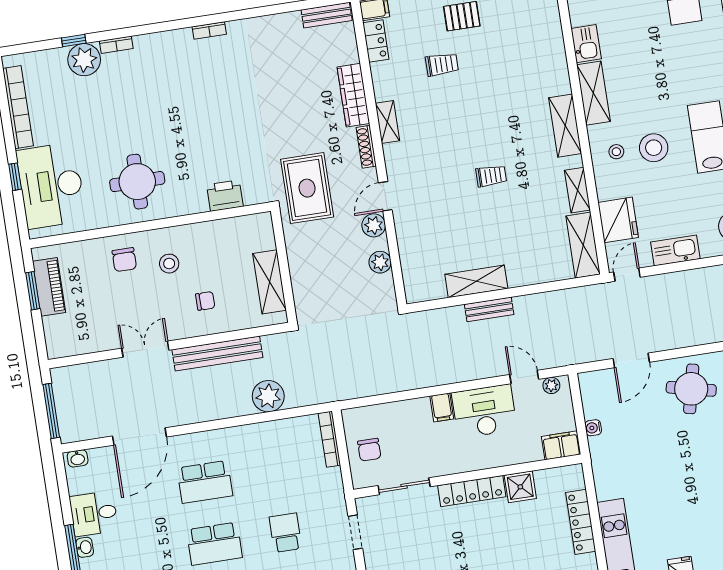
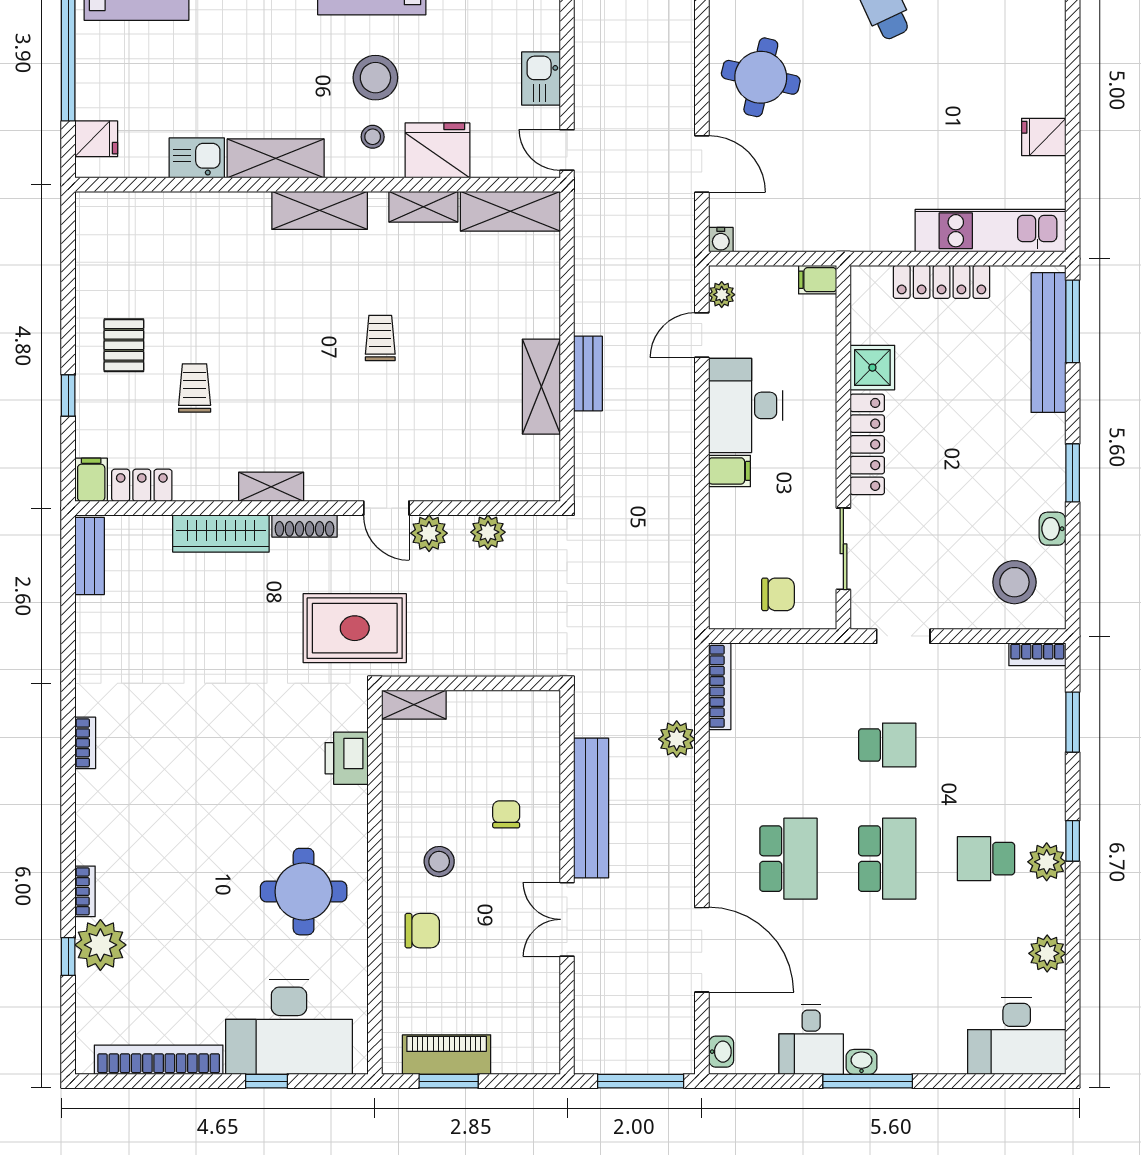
fridge: (618, 220) -> (437, 150), moved
kitchen sink: (675, 250) -> (541, 79), width x0.73
shelving: (269, 282) -> (414, 705), moved, width x0.67, depth x0.75
plant: (268, 396) -> (677, 739), width x0.73, depth x0.73
water cooler: (593, 428) -> (721, 240), moved
bookcase: (329, 439) -> (720, 686), moved, turned -90
filing cabinet: (561, 445) -> (818, 280), width x0.50
school desk: (286, 533) -> (887, 745), turned 180

